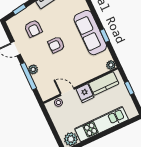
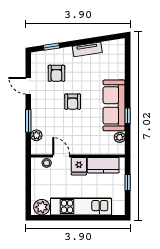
armchair: (56, 45) -> (73, 102), turned -90
plant: (111, 65) -> (120, 137), moved
plant: (33, 69) -> (36, 135), moved
window: (28, 76) -> (28, 121), width x0.69

